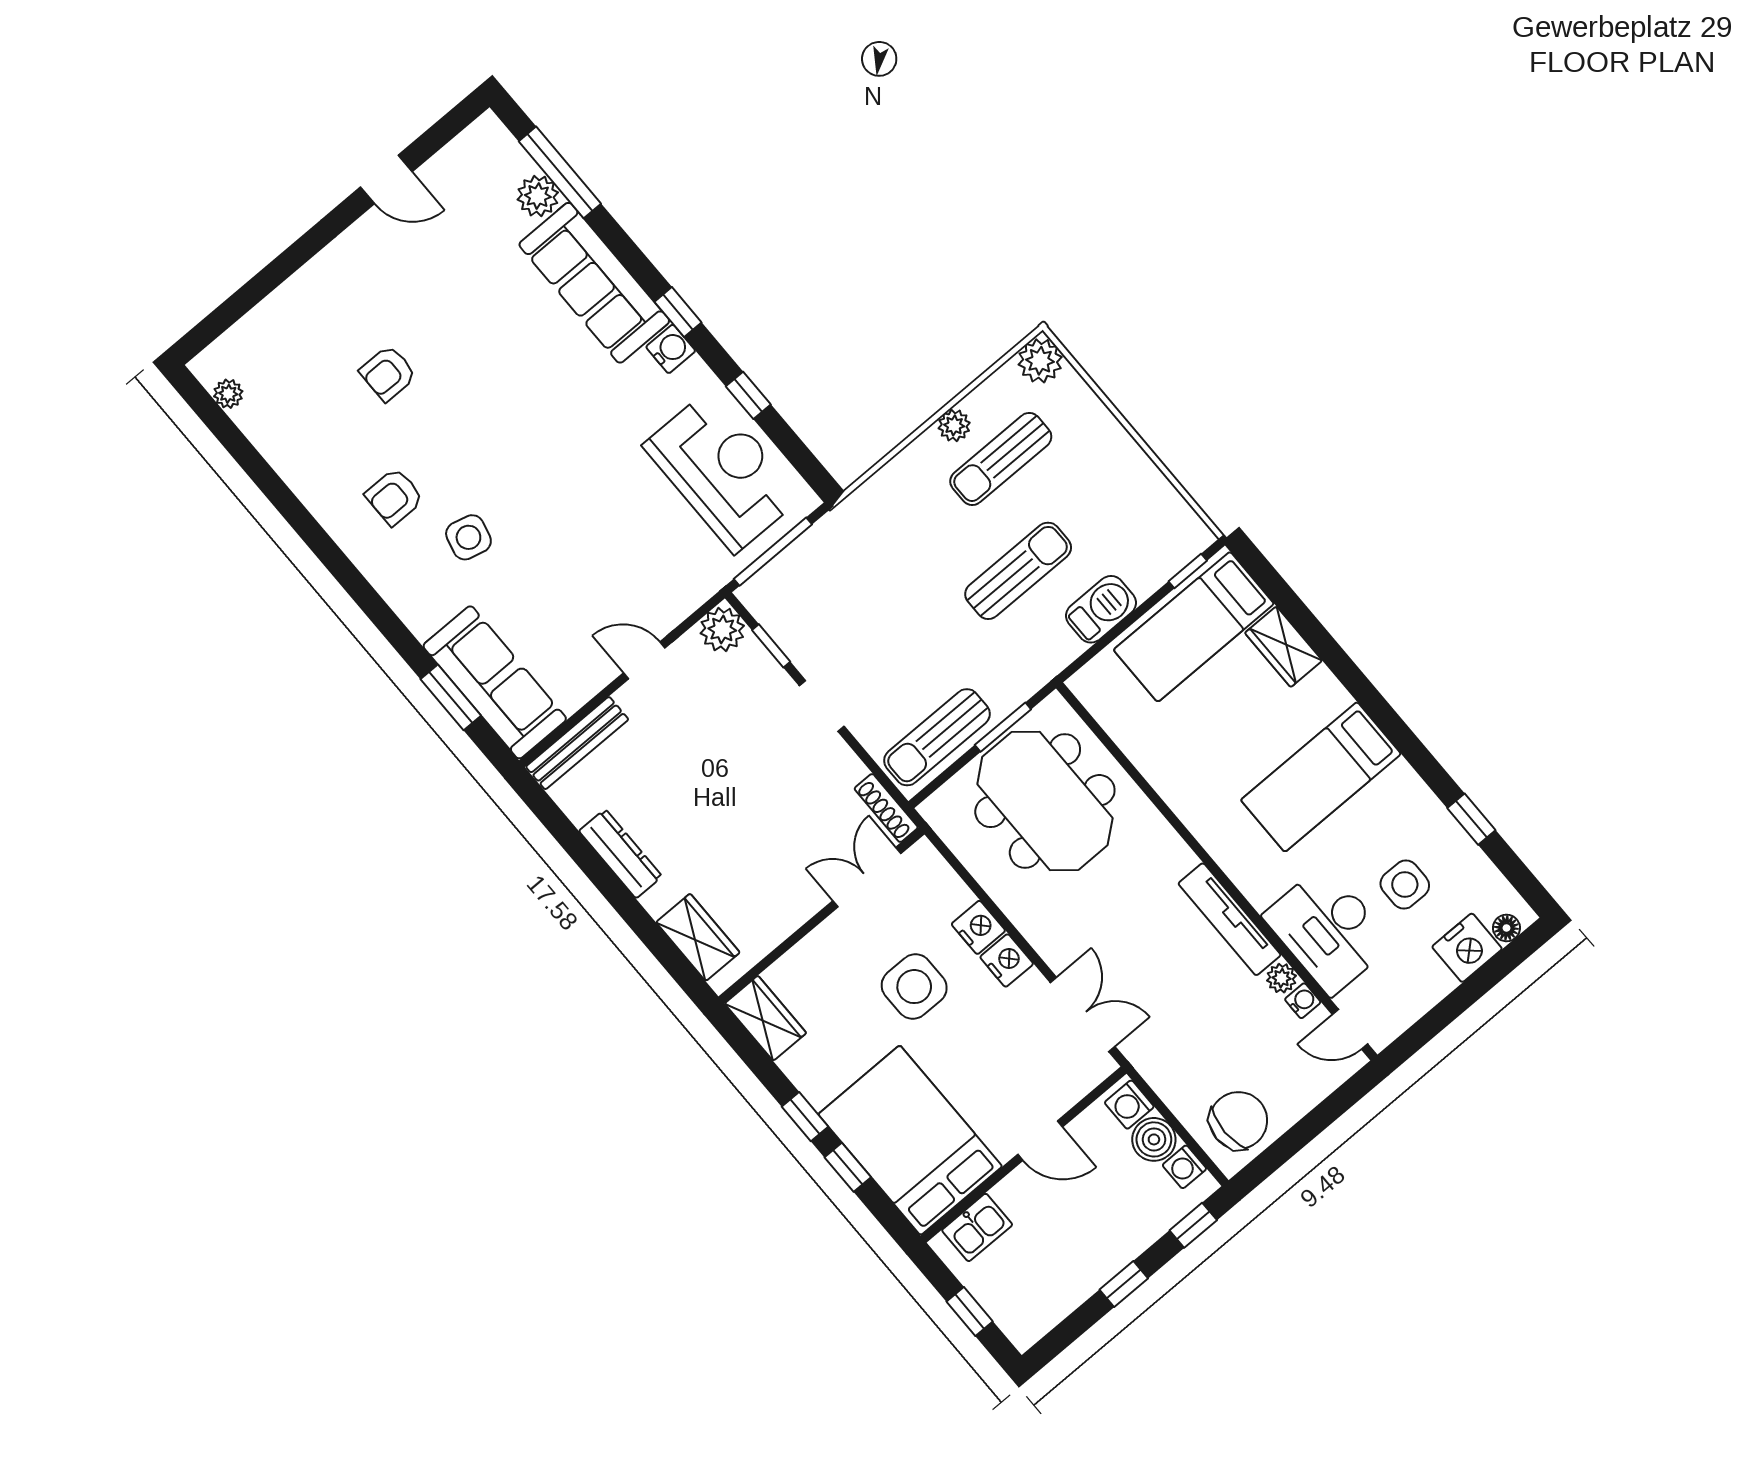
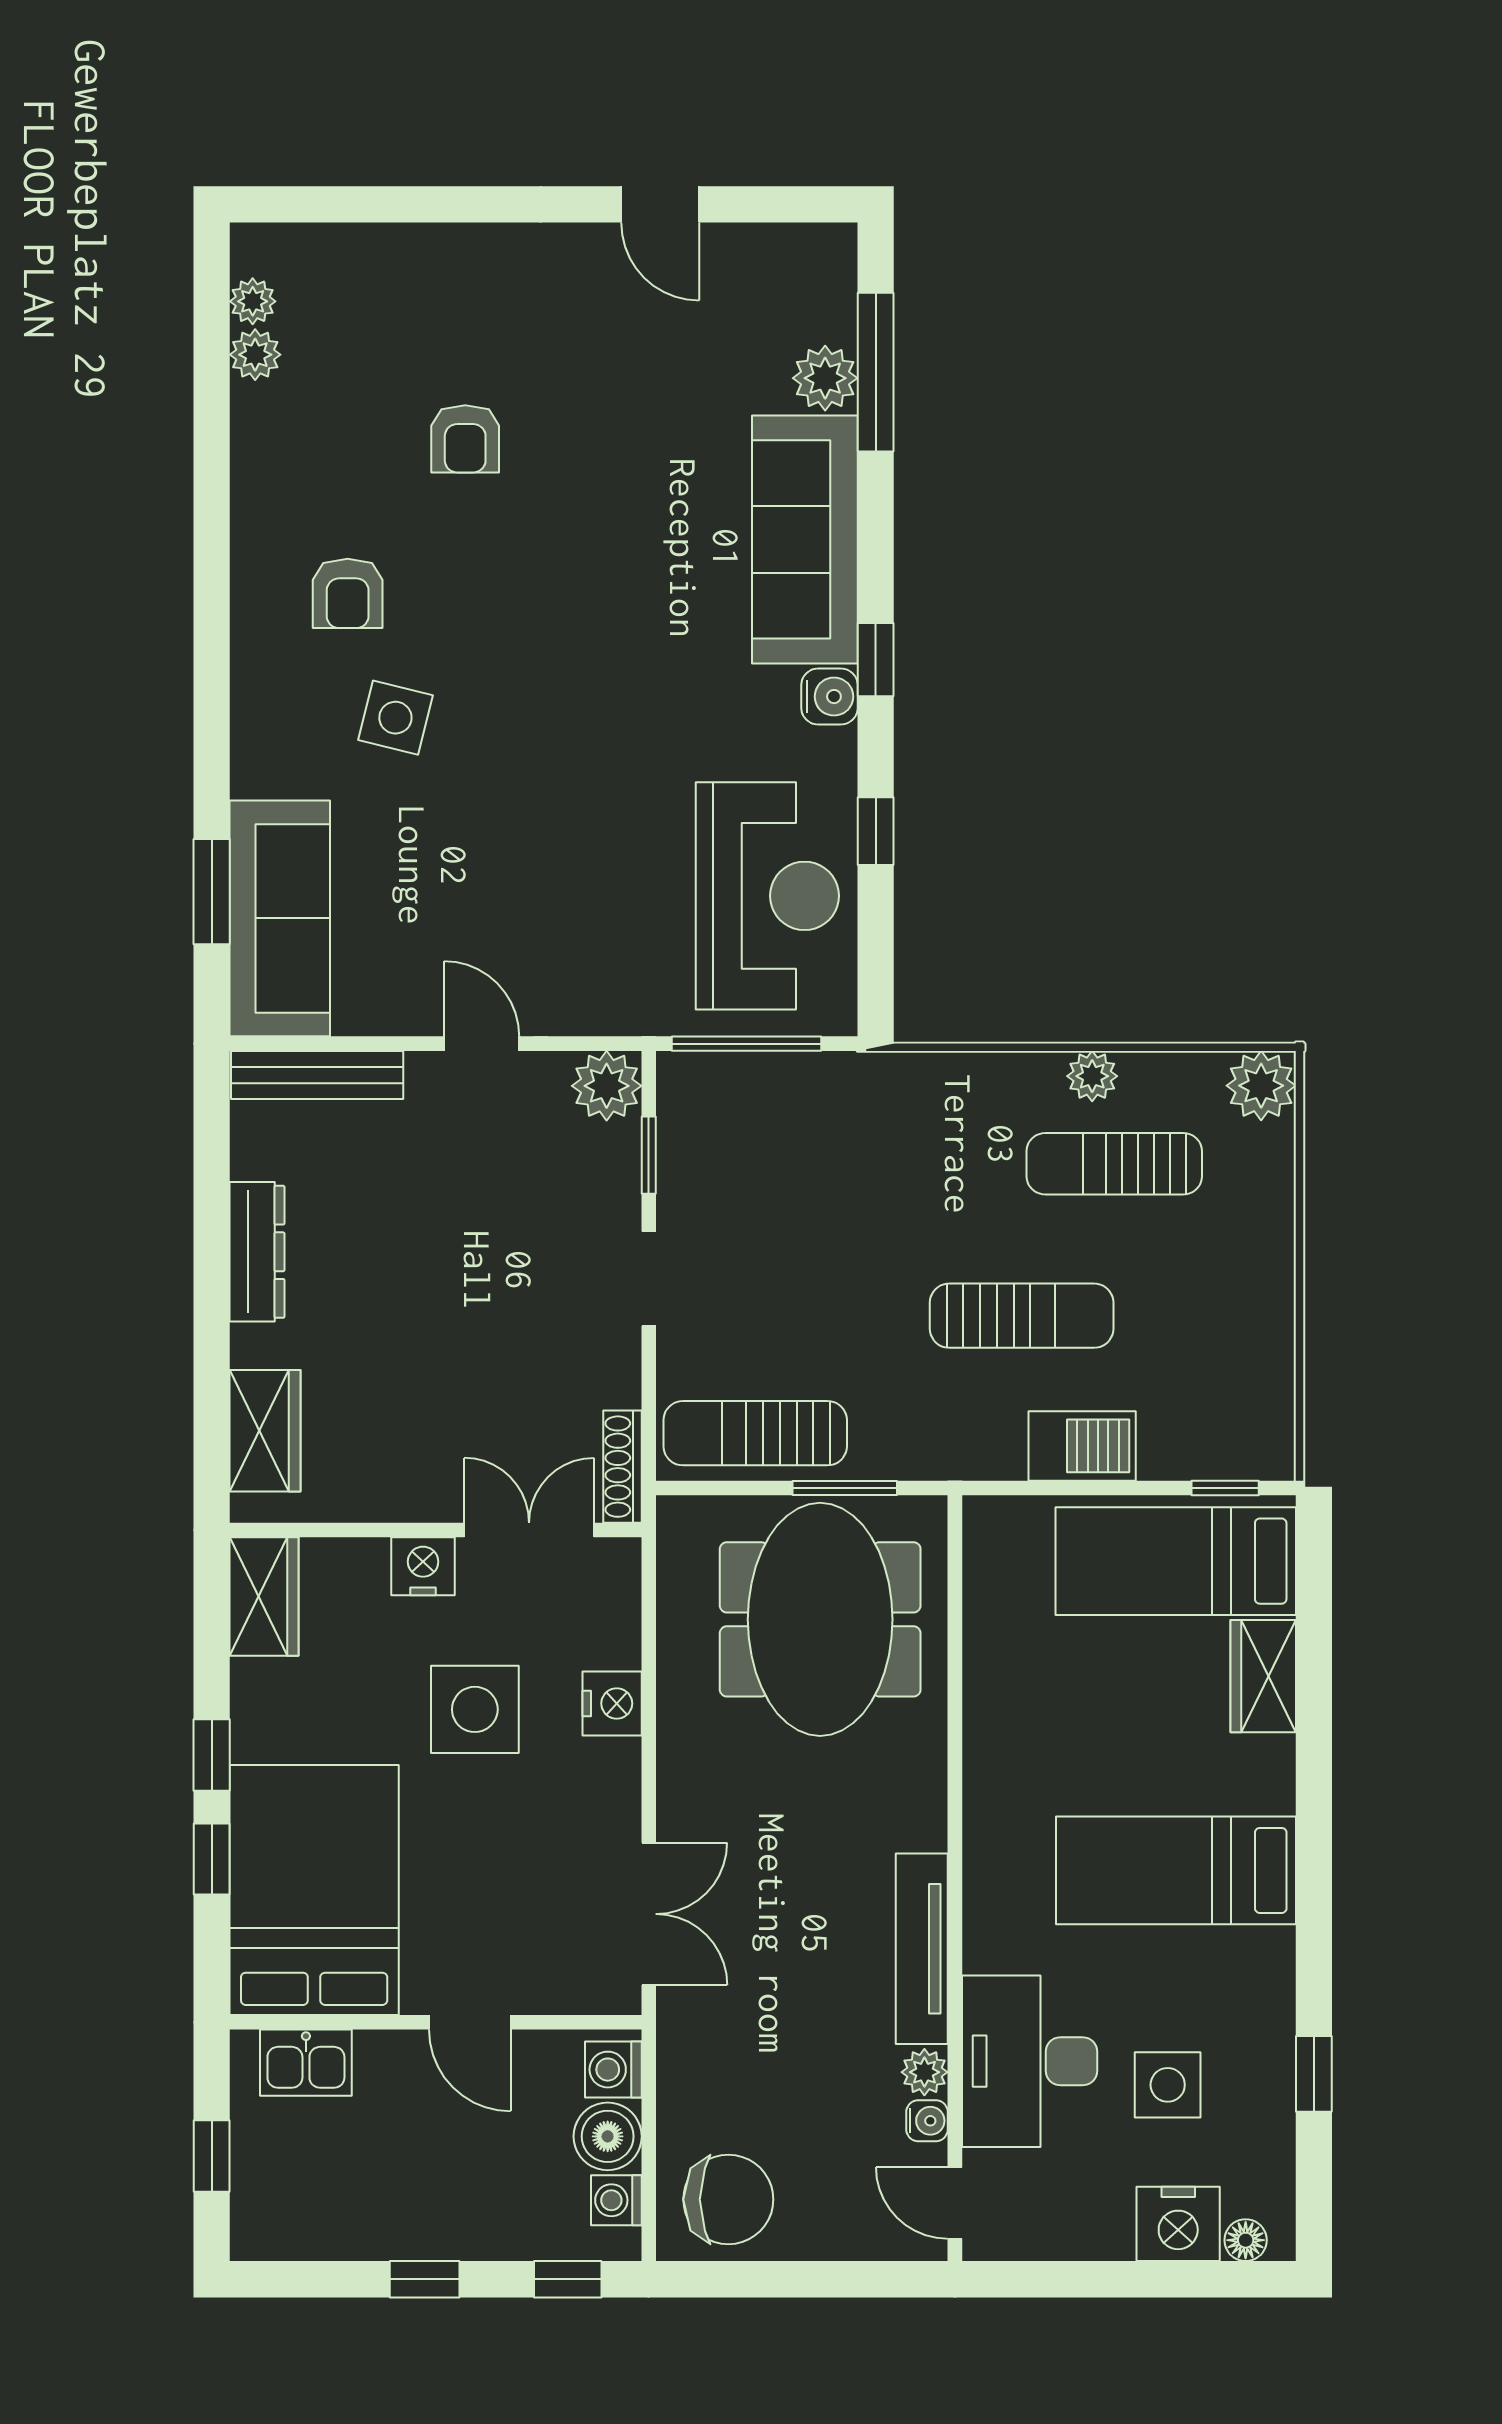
armchair: (388, 373) -> (465, 439), turned -90
plant: (251, 419) -> (255, 355), added
armchair: (394, 497) -> (348, 593), turned -90
nightstand: (1007, 960) -> (423, 1566), moved, turned -90

